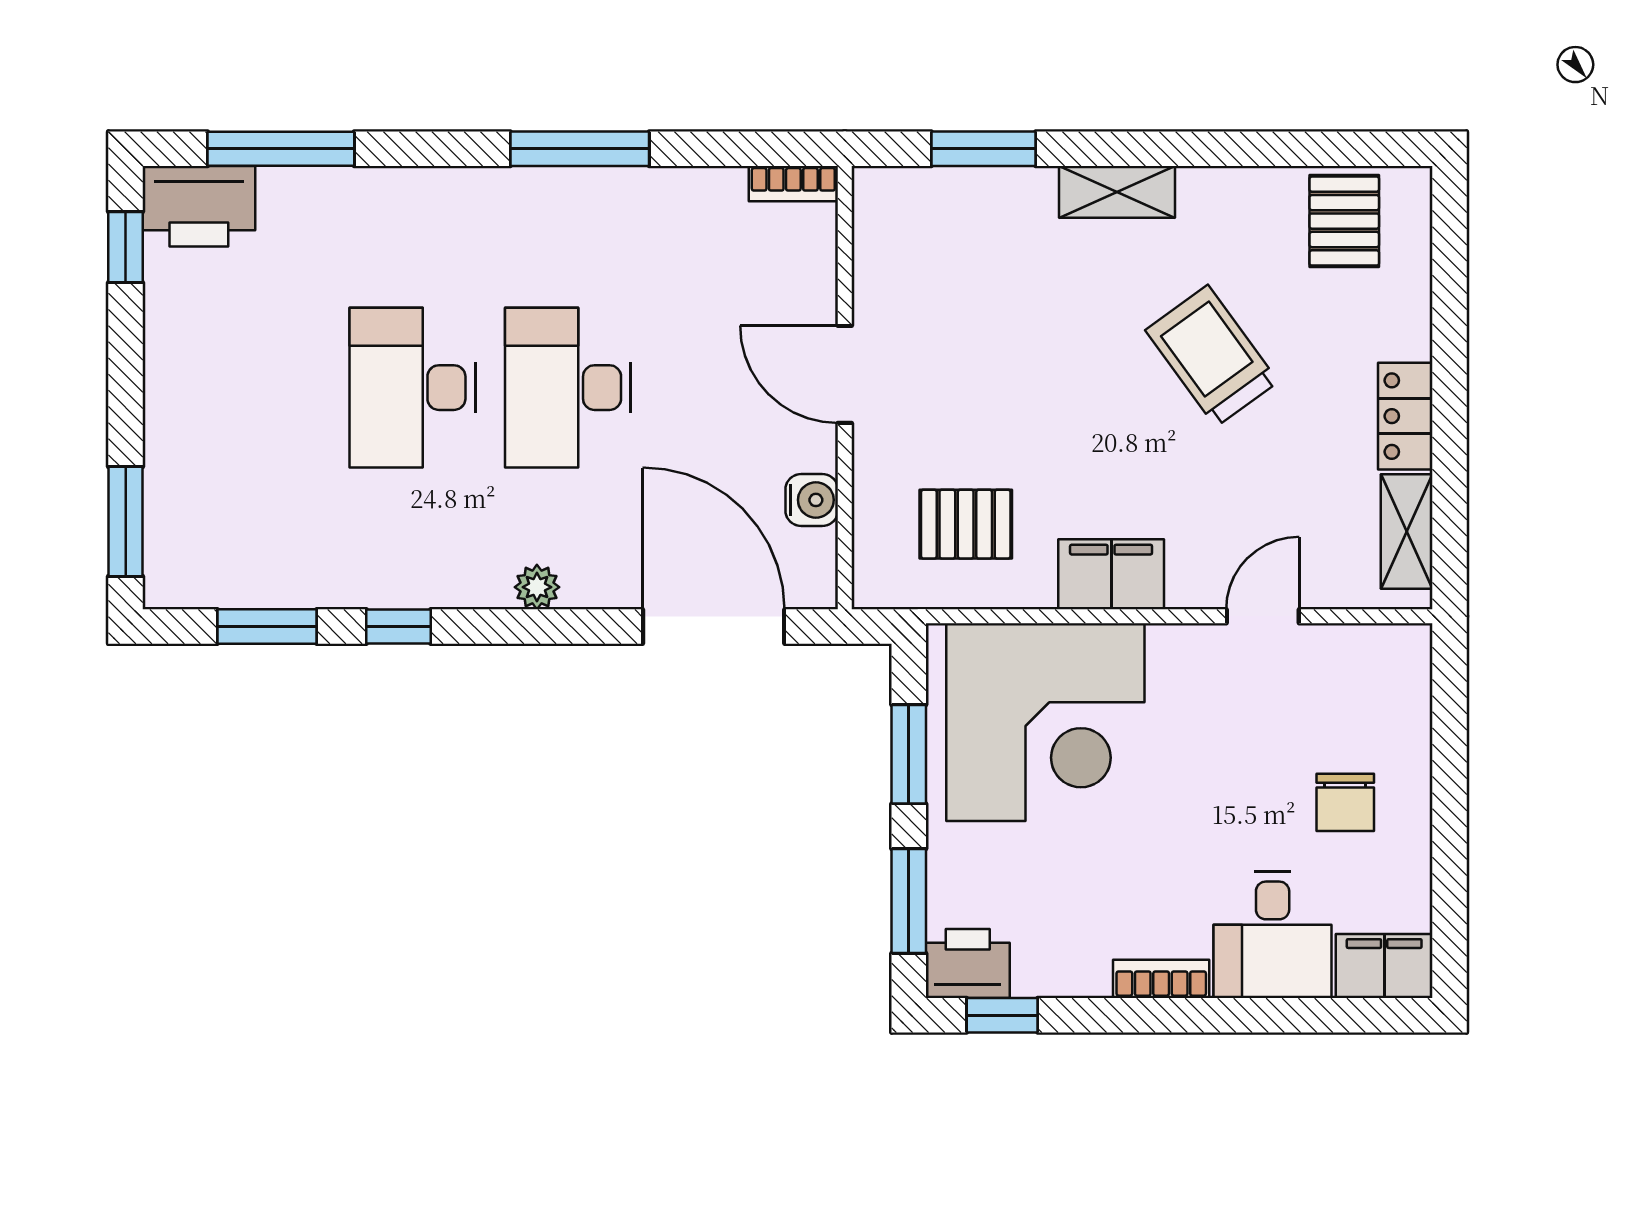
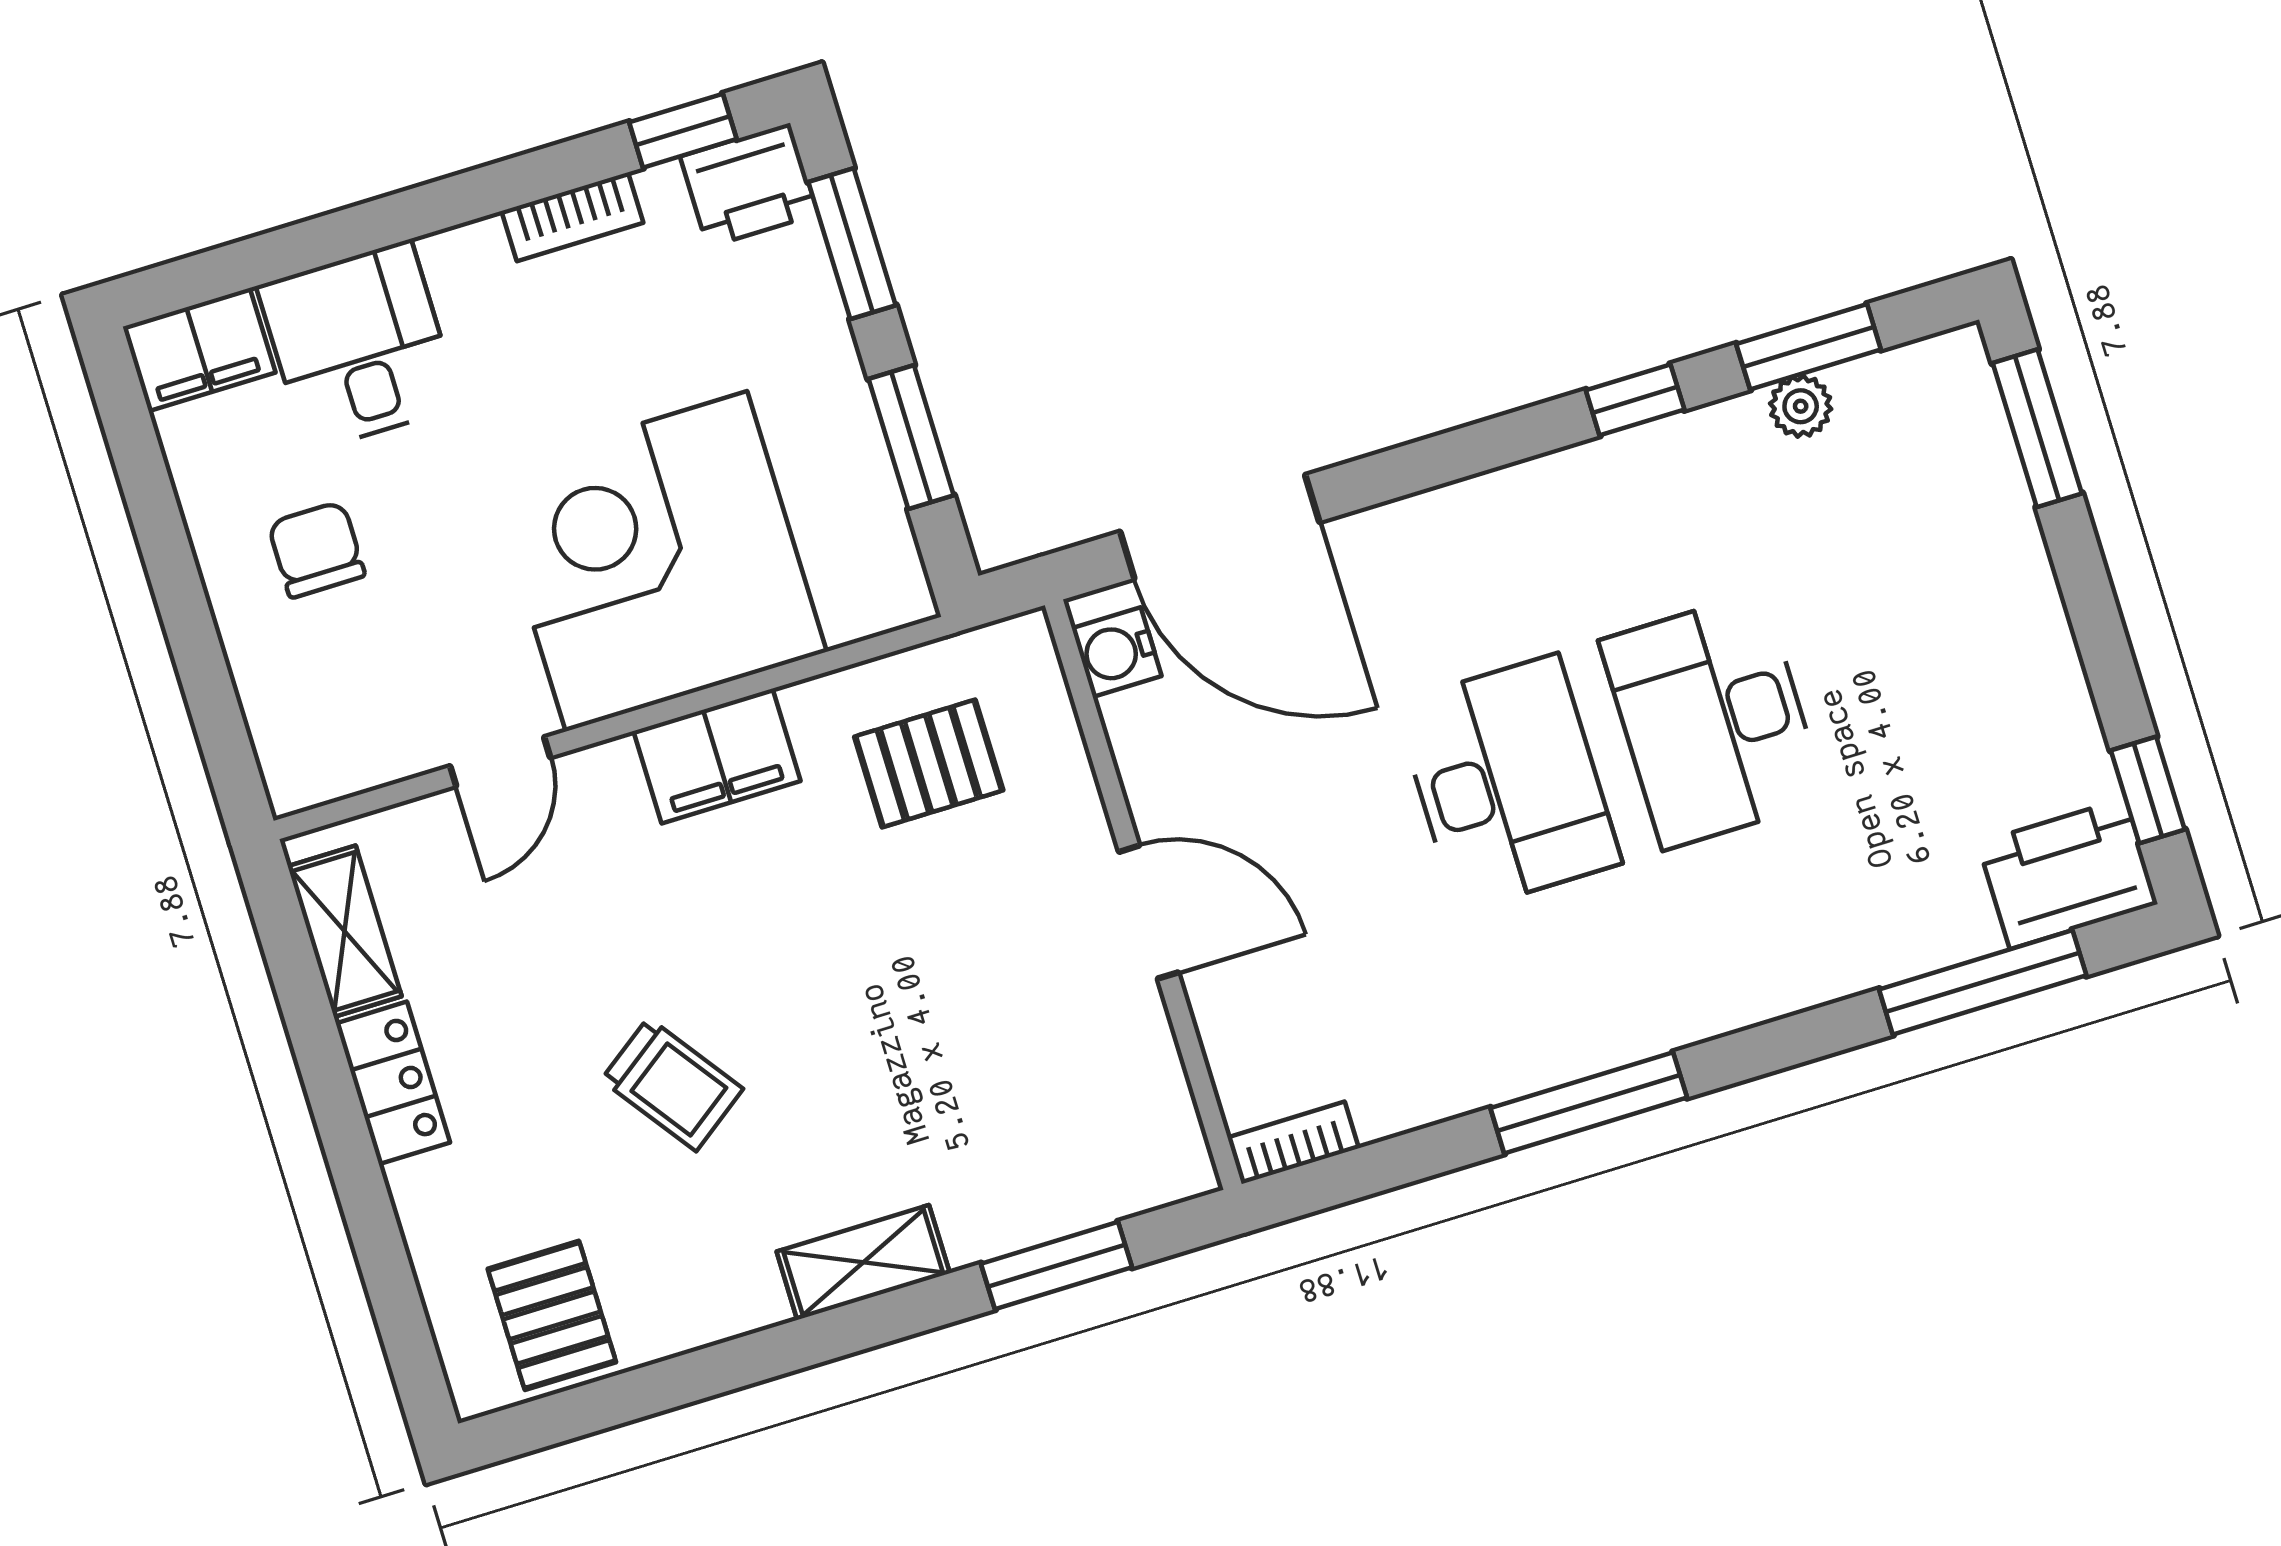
trolley: (1212, 356) -> (672, 1084), width x0.73, depth x0.72
desk: (412, 388) -> (1713, 720), turned 180
water cooler: (812, 500) -> (1117, 652), moved
plant: (537, 587) -> (1801, 406), moved
corner desk: (1045, 722) -> (656, 561), moved
bookcase: (1161, 979) -> (572, 217), moved

